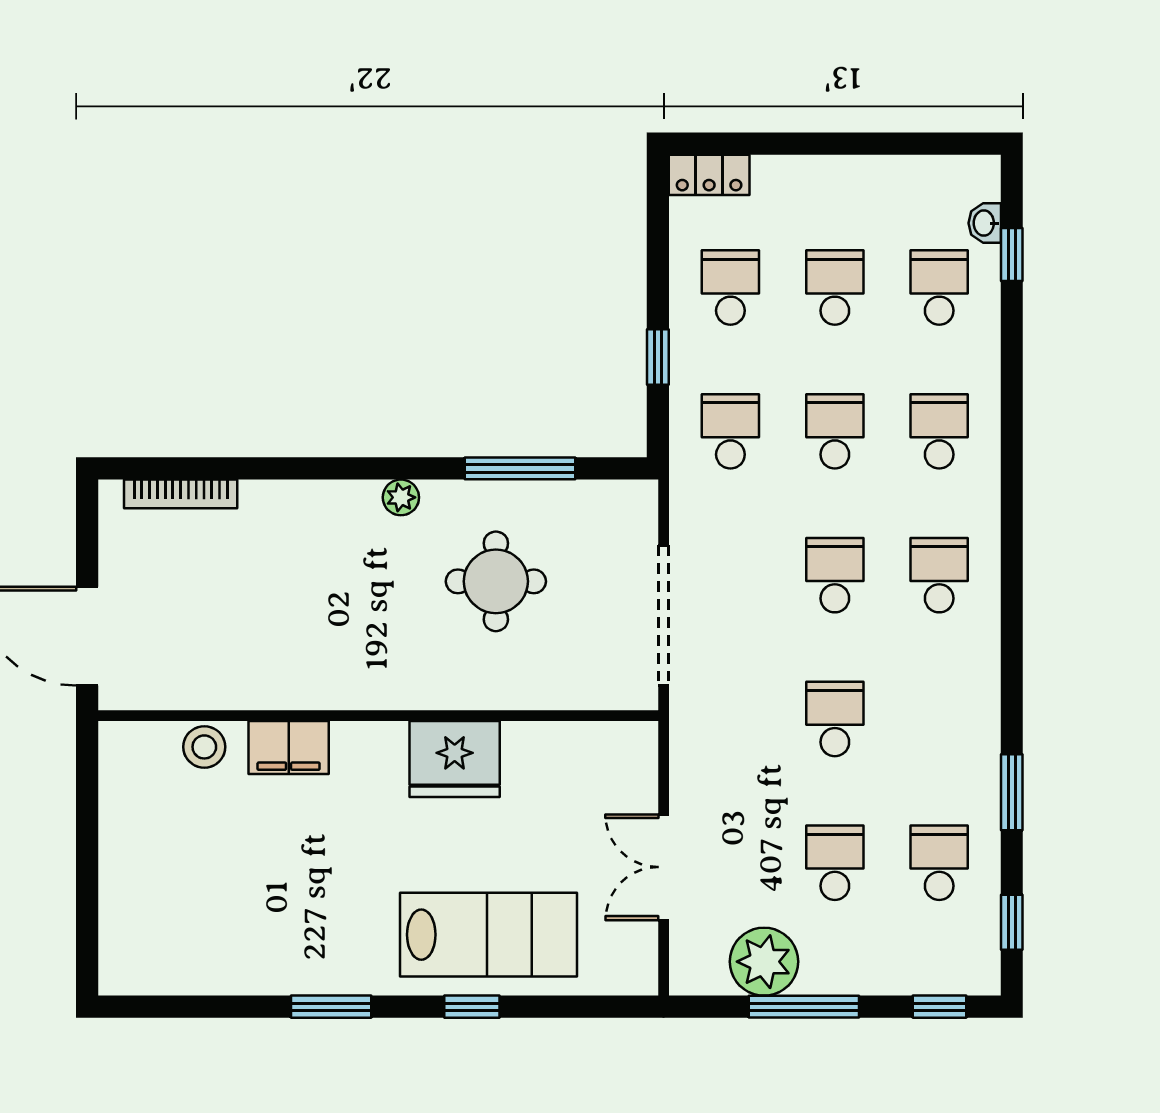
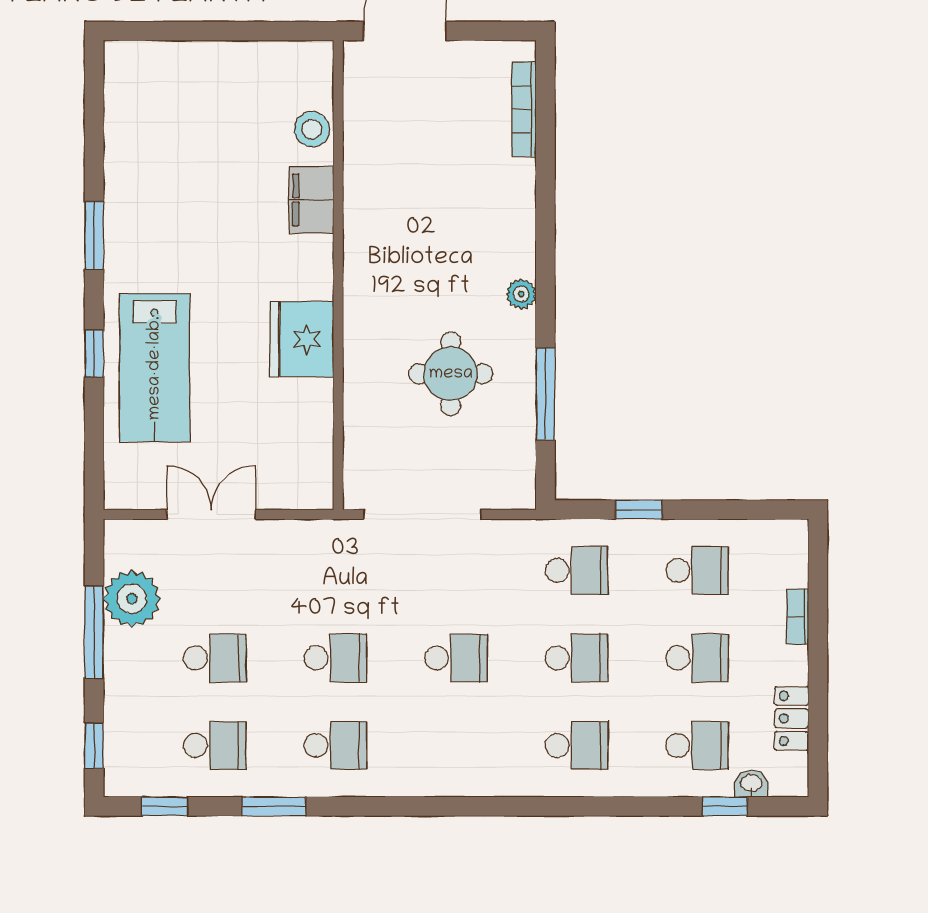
bookcase: (786, 168) -> (798, 617), added
locker: (709, 175) -> (792, 718), moved
school desk: (939, 575) -> (335, 746), moved

